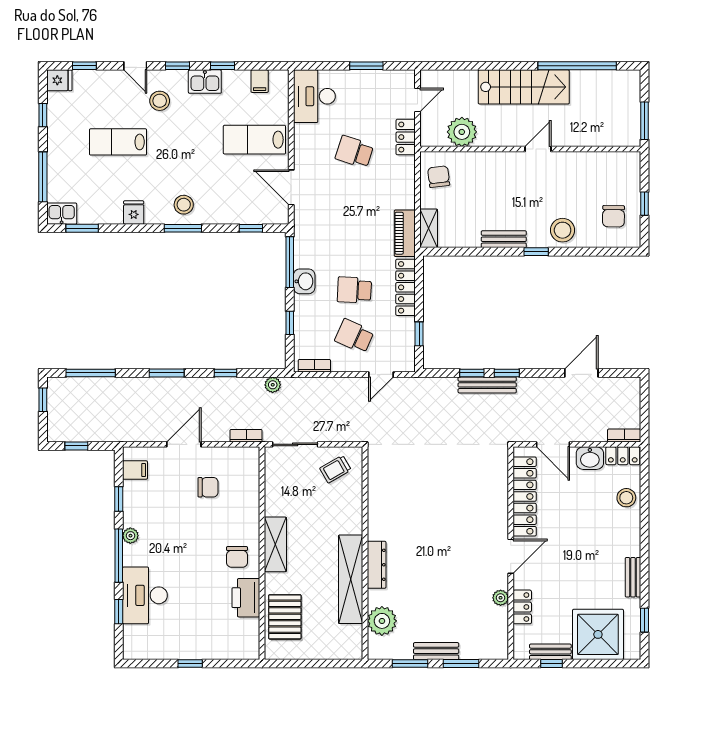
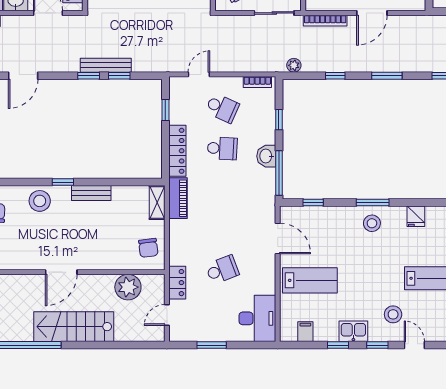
door: (538, 149) -> (61, 272), width x1.38
school desk: (354, 152) -> (222, 270), turned -39
bookcase: (246, 436) -> (325, 21), width x1.56

